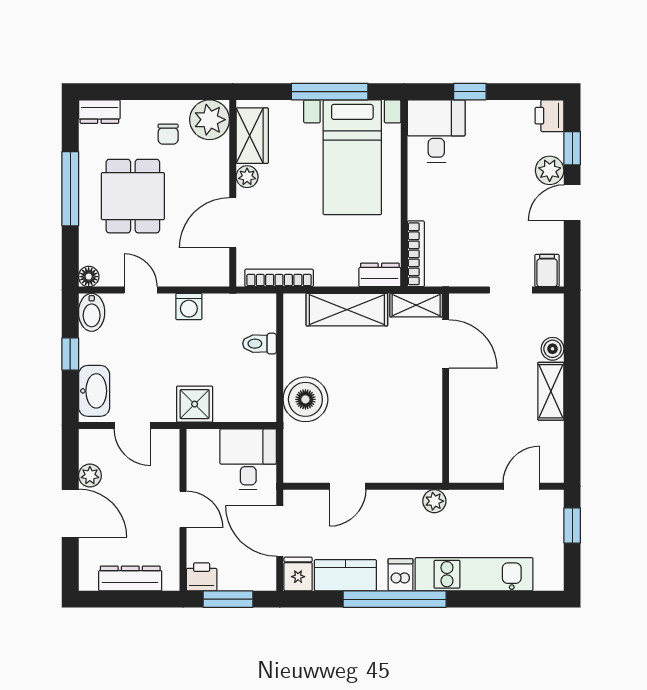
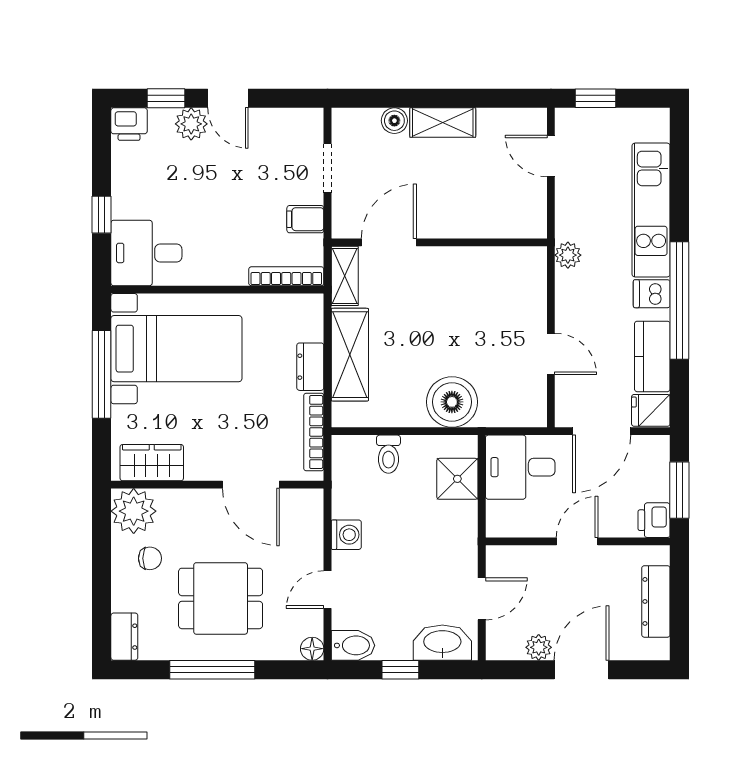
plant: (247, 177) -> (198, 468), removed
filing cabinet: (547, 271) -> (305, 219), moved
dresser: (380, 275) -> (310, 367), moved
shower: (195, 404) -> (457, 479), moved

